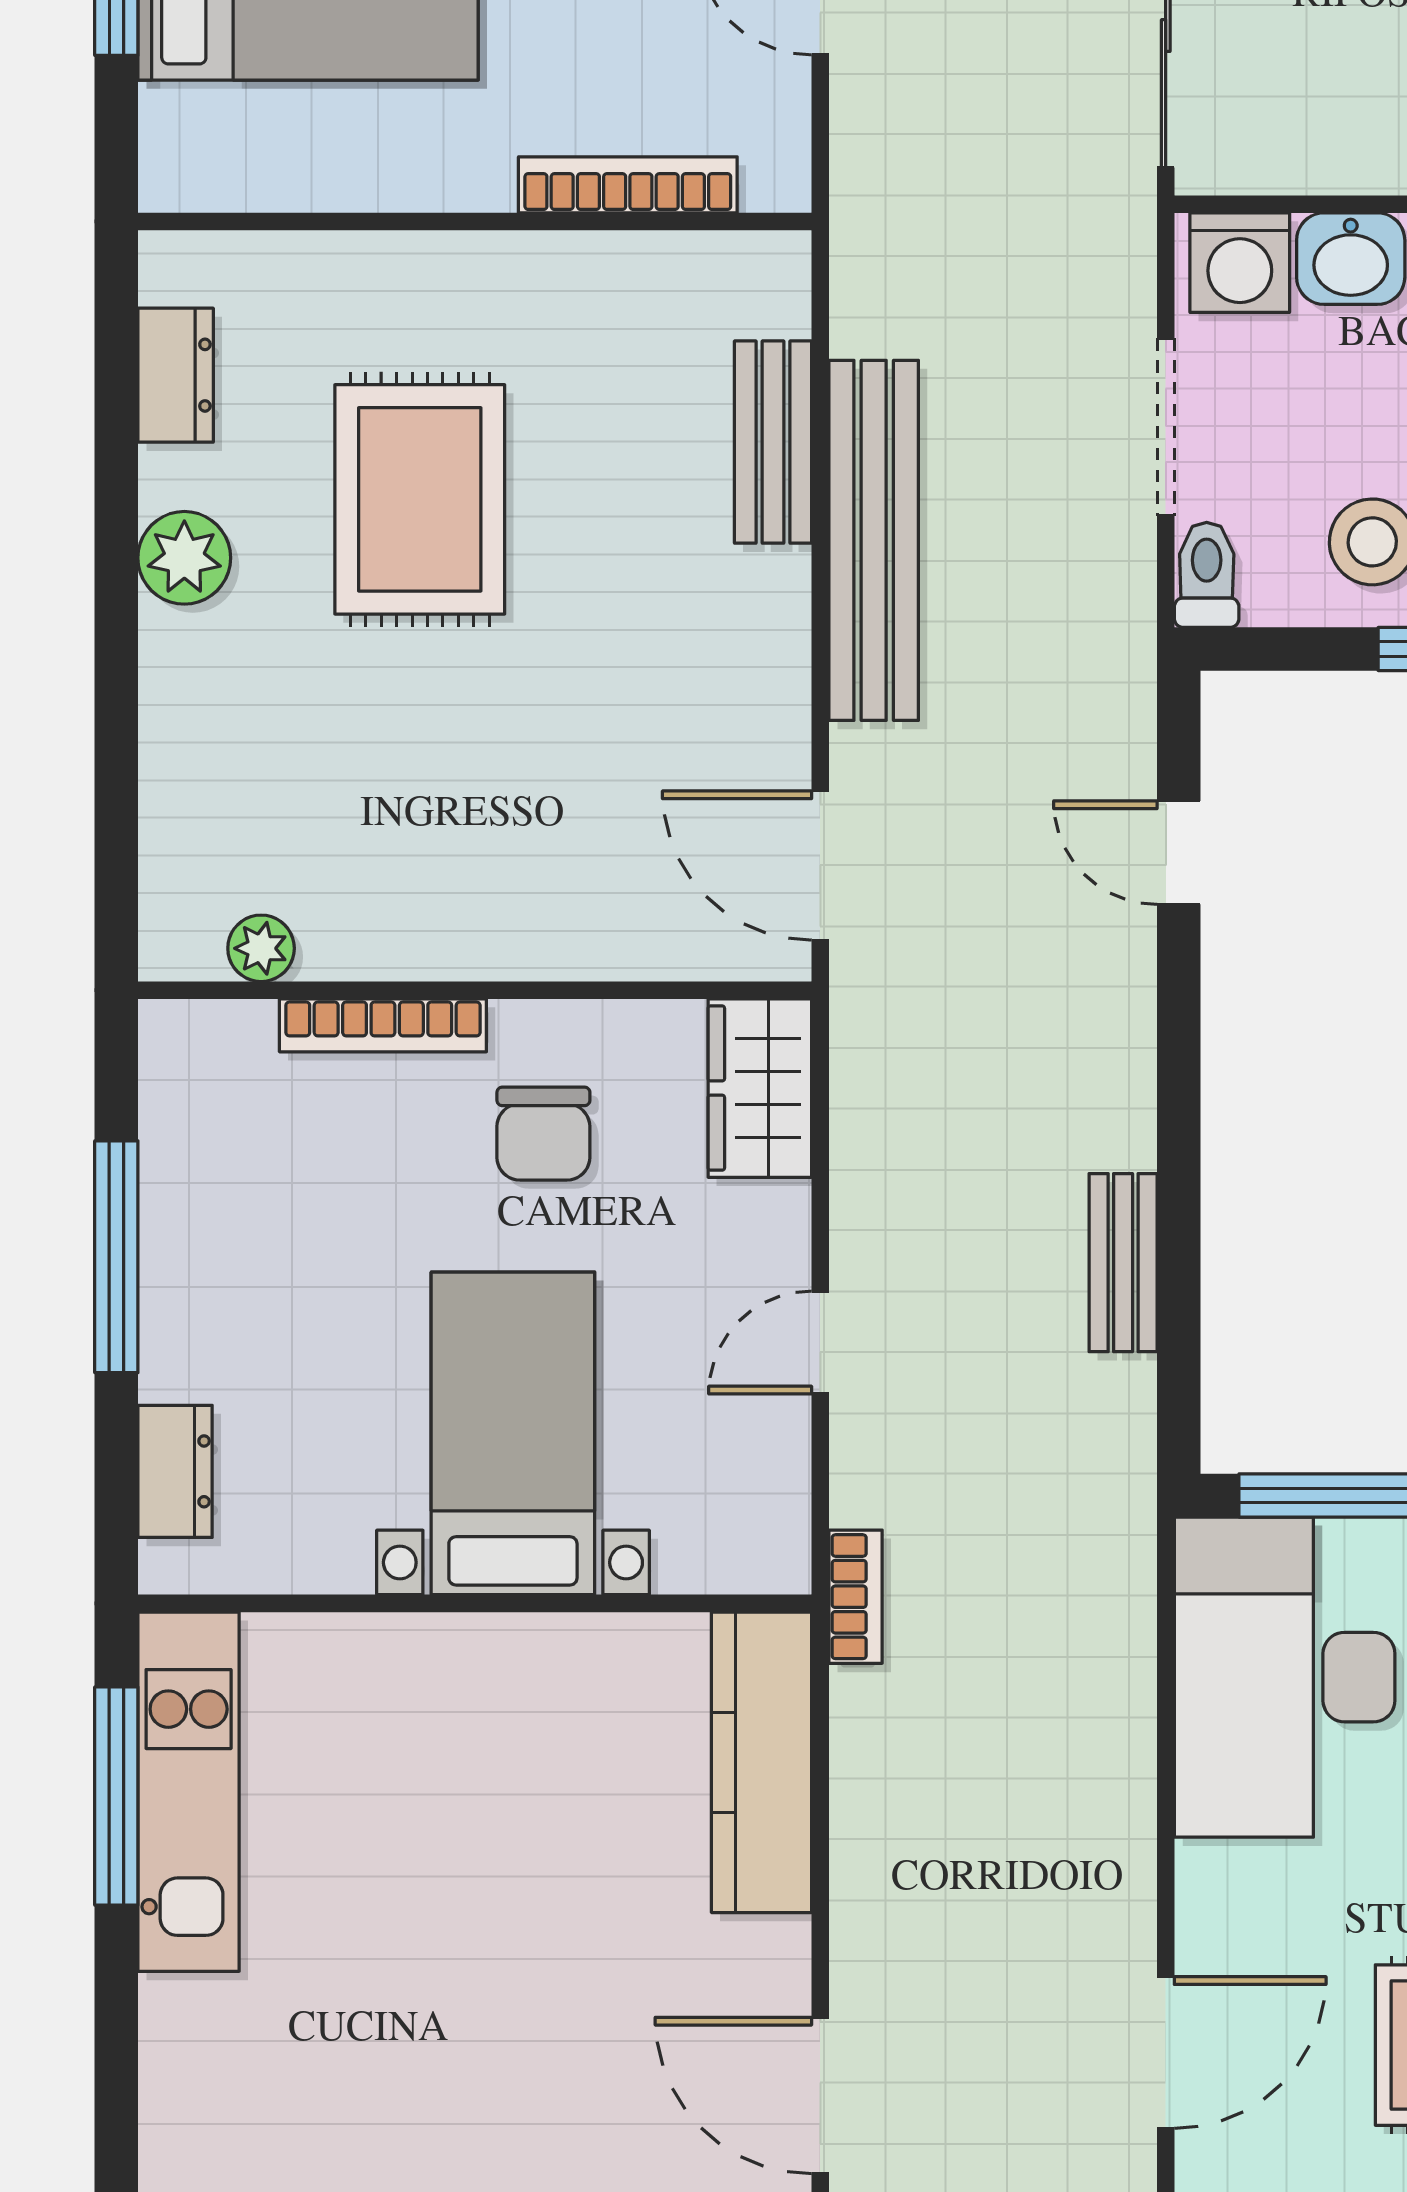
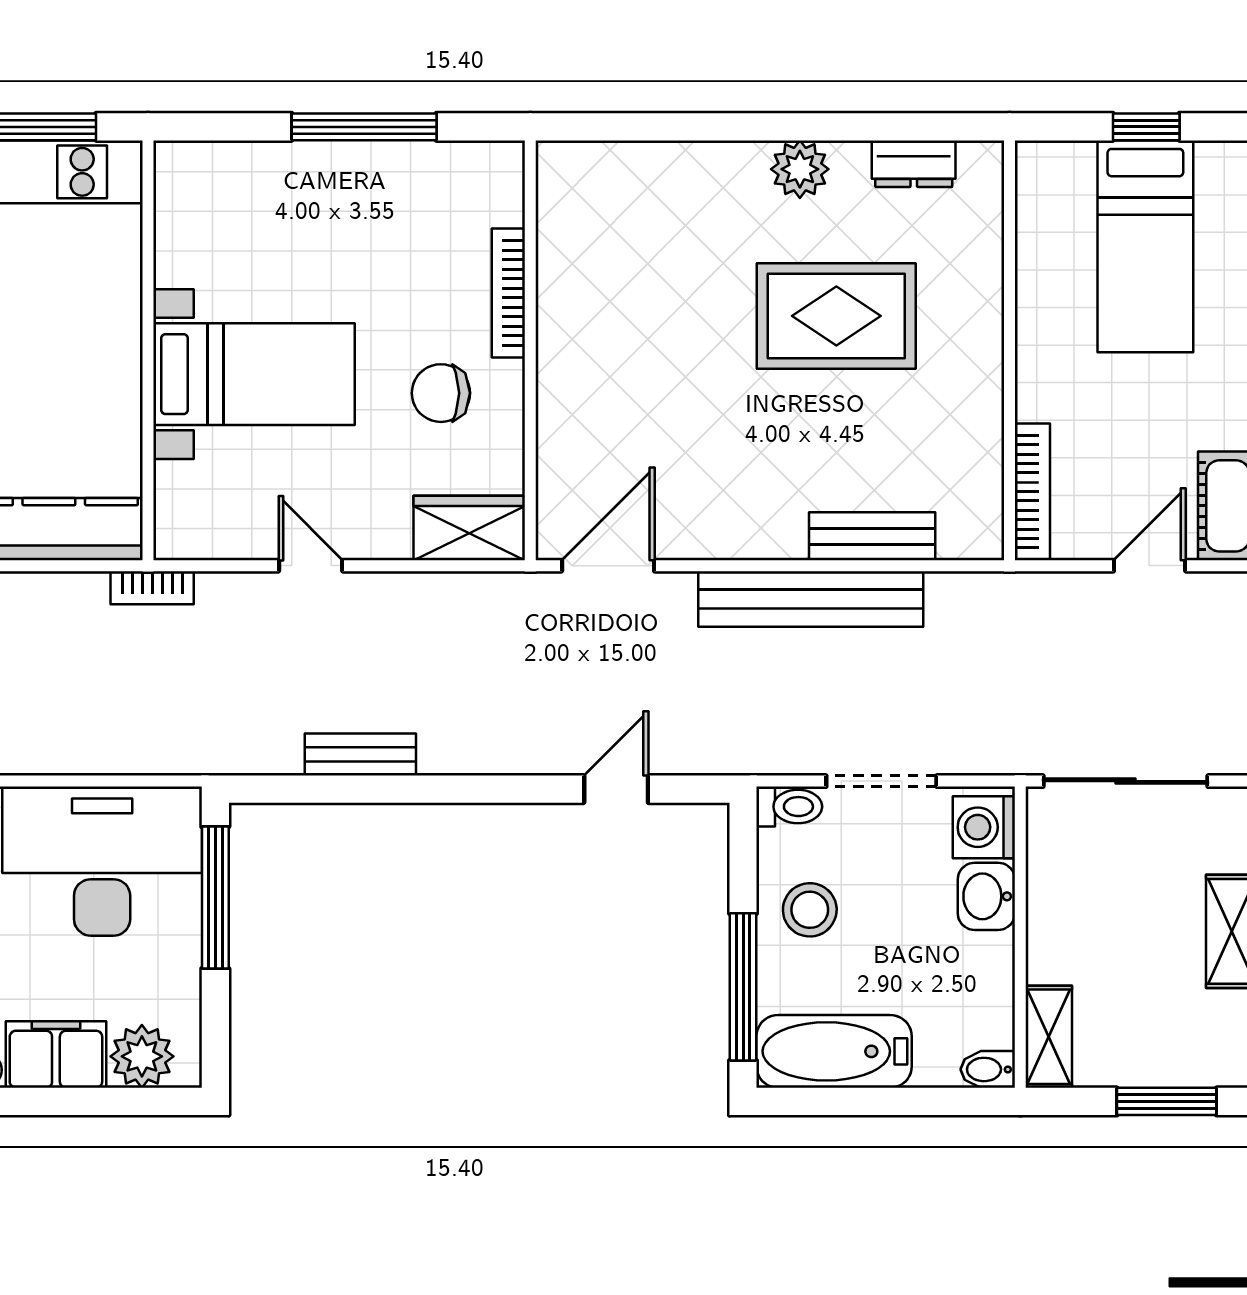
bookcase: (628, 185) -> (1032, 492), moved
plant: (261, 948) -> (556, 217), removed
dresser: (175, 1471) -> (230, 163), removed

